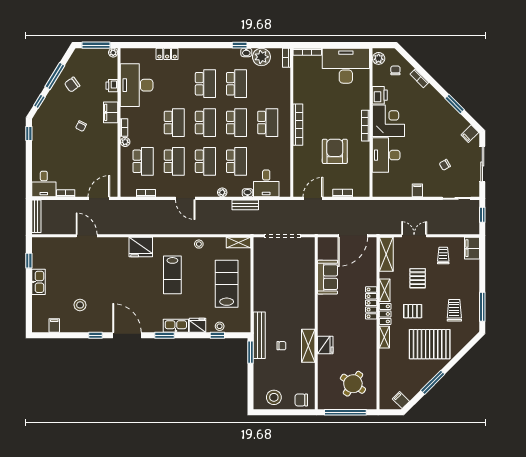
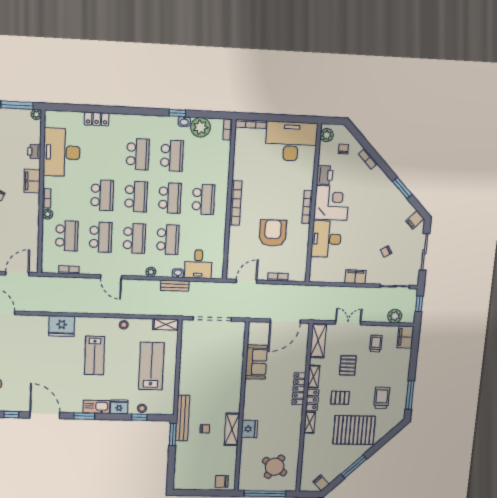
filing cabinet: (417, 190) -> (355, 277), width x2.00
plant: (459, 228) -> (395, 316), added
stool: (274, 397) -> (194, 479), removed

